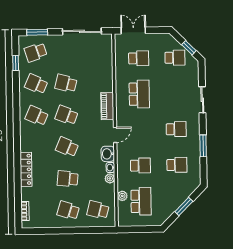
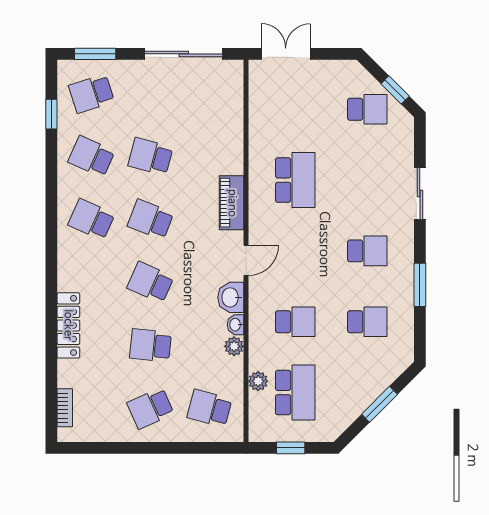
school desk: (139, 58) -> (295, 109), removed
school desk: (68, 210) -> (150, 408), turned -42
window: (139, 229) -> (291, 448), added

